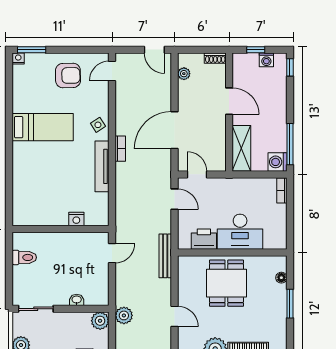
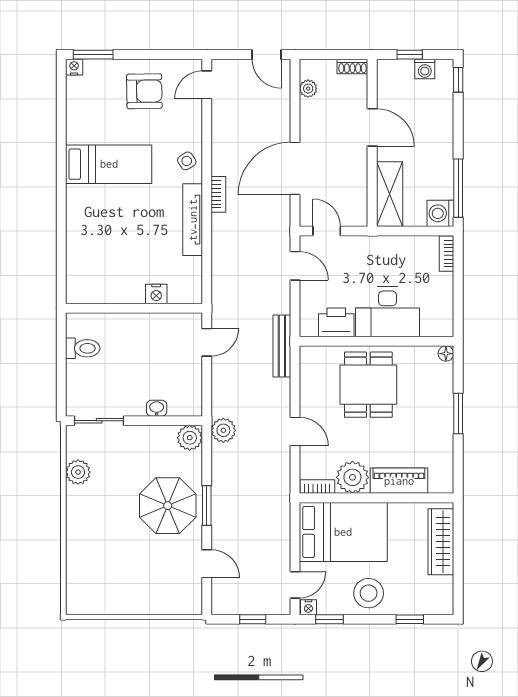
floor lamp: (281, 278) -> (446, 354), moved

